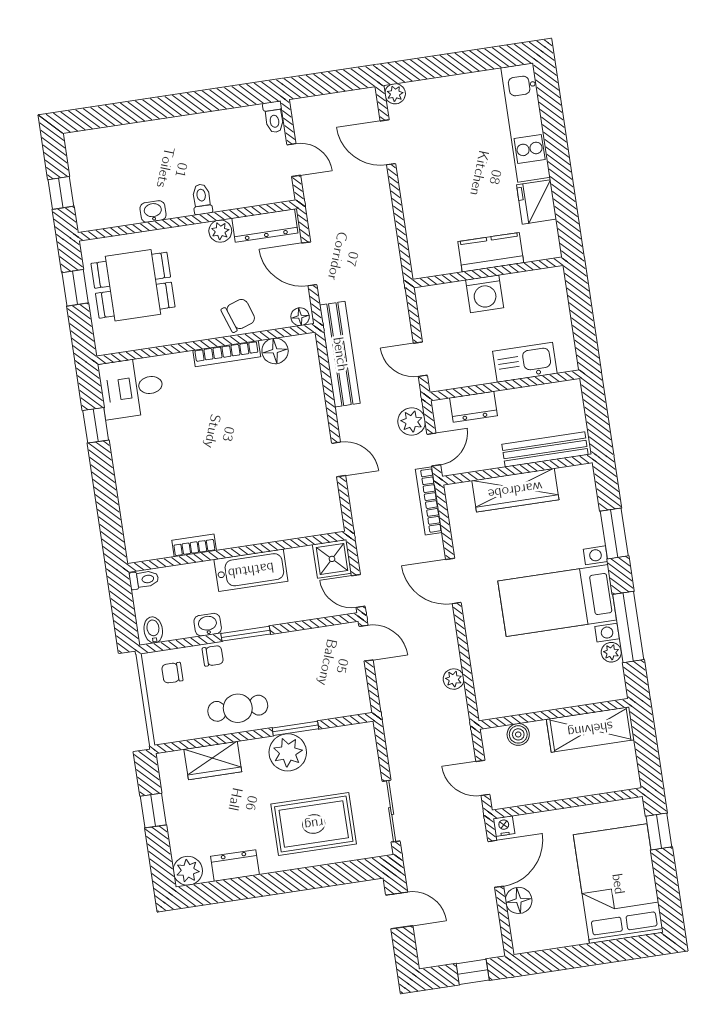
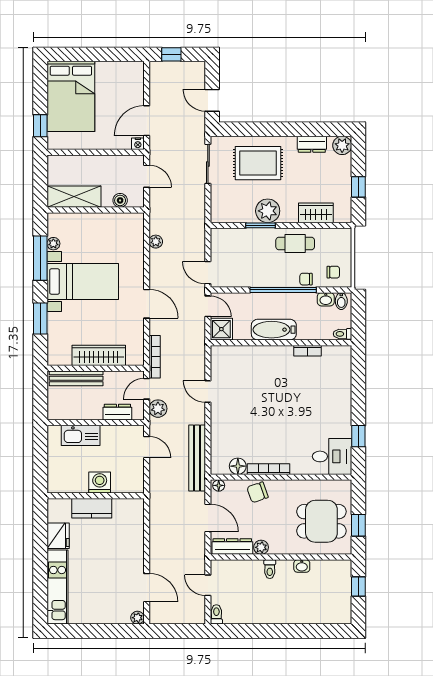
washbasin: (208, 625) -> (326, 299), moved
window: (246, 634) -> (283, 290), width x2.11
floor lamp: (519, 900) -> (136, 95), removed

